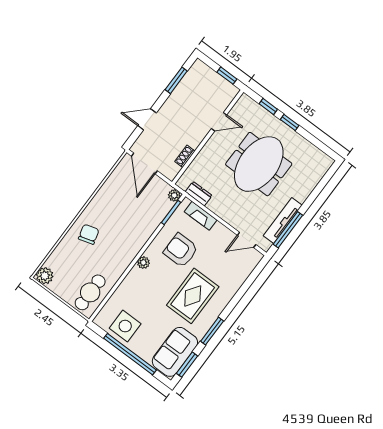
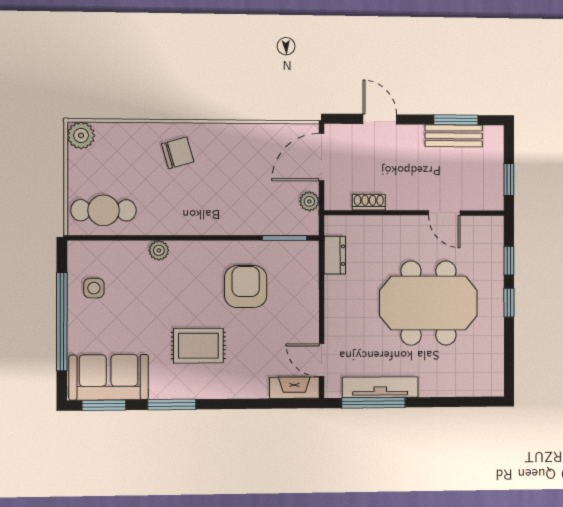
bench: (184, 88) -> (454, 136), added
plant: (174, 195) -> (309, 201), moved
fireplace: (201, 216) -> (294, 388), moved, turned 90
plant: (143, 263) -> (159, 250), moved
rug: (193, 296) -> (198, 346), width x0.73, depth x0.70
side table: (125, 326) -> (94, 288), width x0.54, depth x0.54

